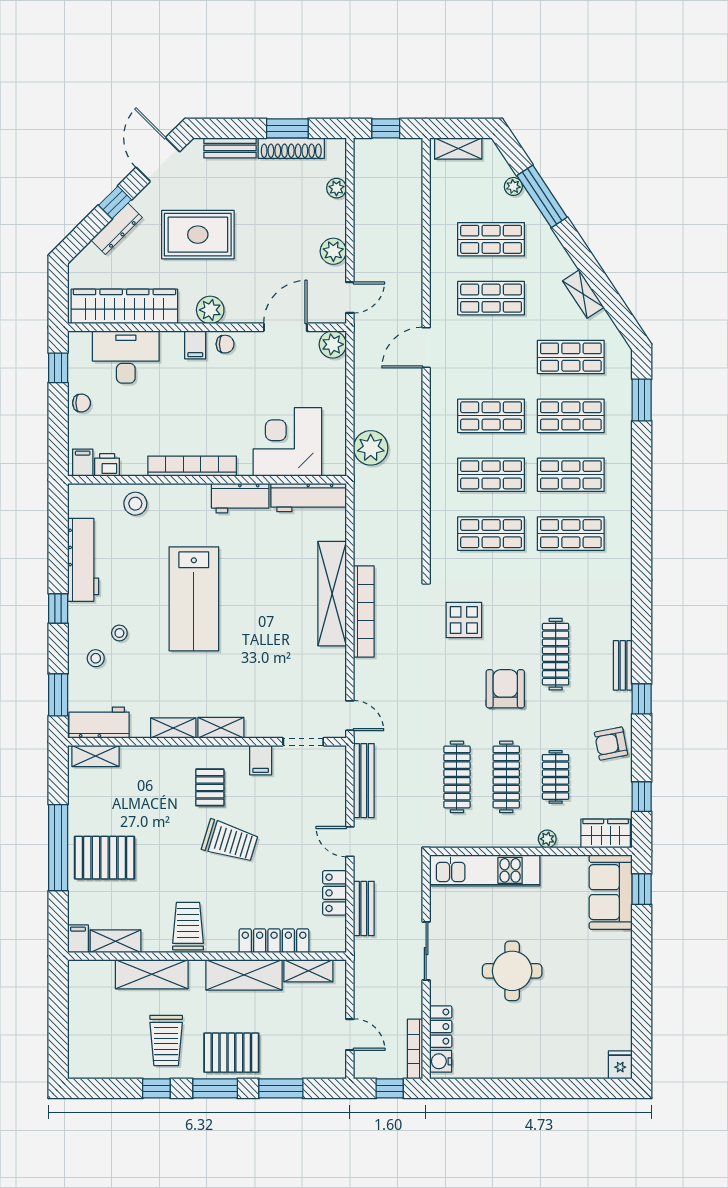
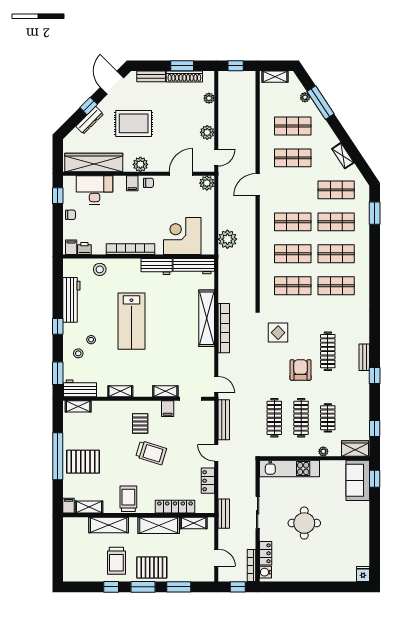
shelving: (221, 728) -> (165, 391), moved
armchair: (611, 744) -> (358, 400), removed
bench: (364, 908) -> (224, 514), moved

